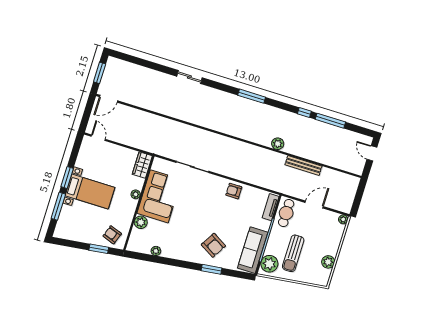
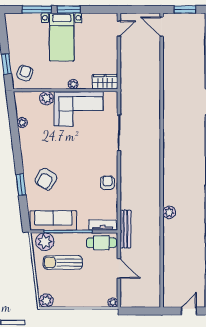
bench: (303, 166) -> (125, 229), moved
plant: (328, 262) -> (46, 301), moved

